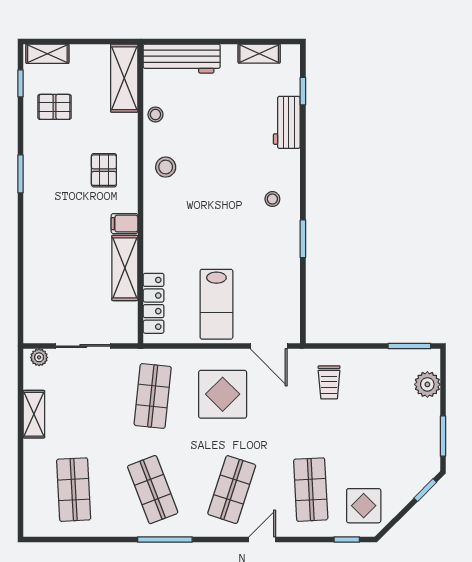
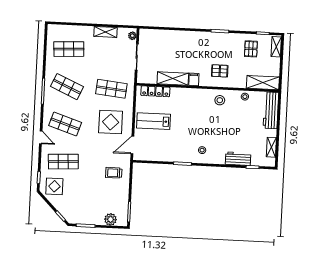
shop shelf: (153, 490) -> (67, 87), turned 45

